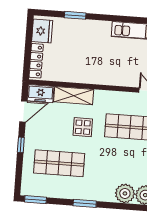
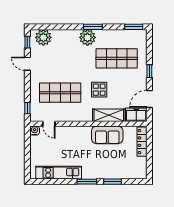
window: (106, 18) -> (87, 182), added
fridge: (42, 31) -> (139, 167), removed
sofa: (77, 72) -> (107, 135), added
plant: (125, 193) -> (87, 37), moved

